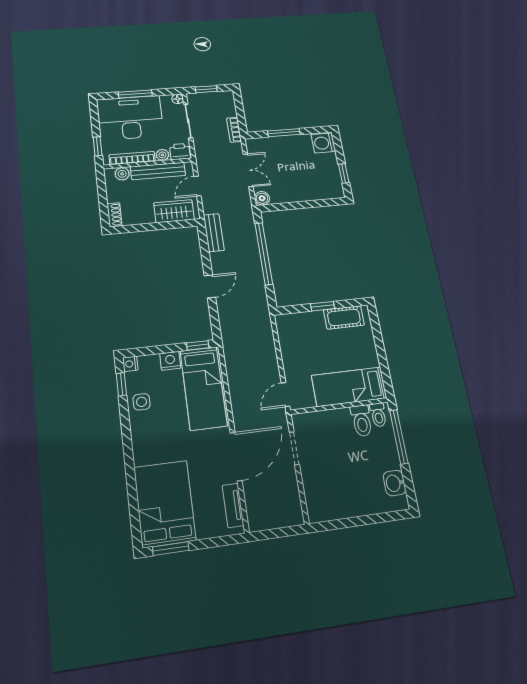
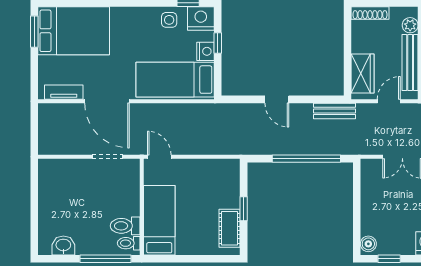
door: (197, 186) -> (389, 101), hinge flipped
boiler: (262, 198) -> (368, 244), moved
shoe rack: (114, 215) -> (370, 13), width x1.43
window: (198, 345) -> (218, 43), moved
nightstand: (130, 364) -> (201, 19), width x1.89, depth x1.79

